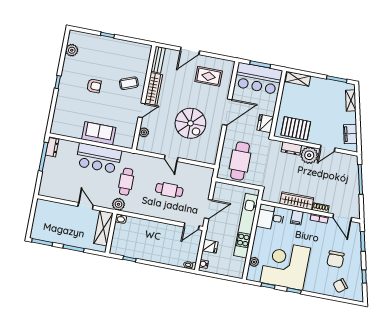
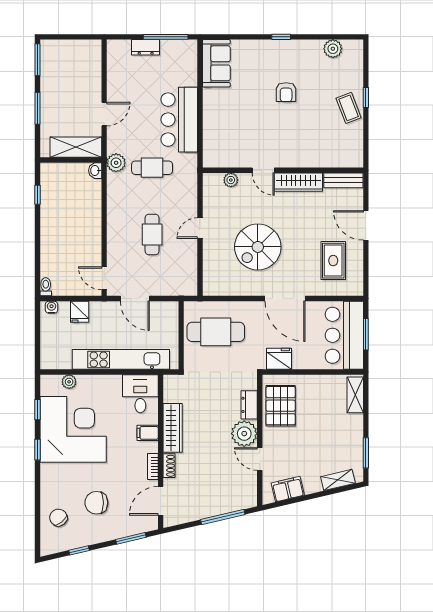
coffee table: (129, 83) -> (349, 108), moved
sofa: (99, 133) -> (216, 63), moved
dresser: (52, 147) -> (146, 47), moved

